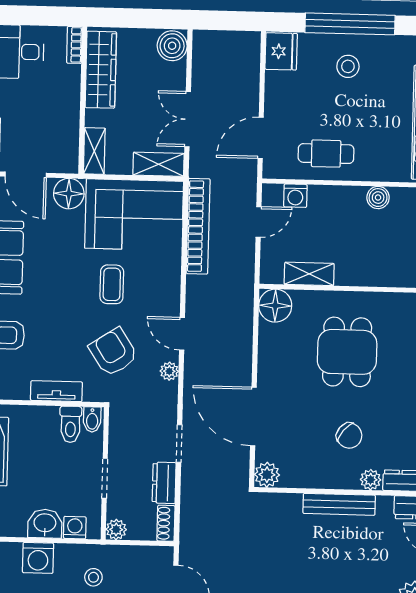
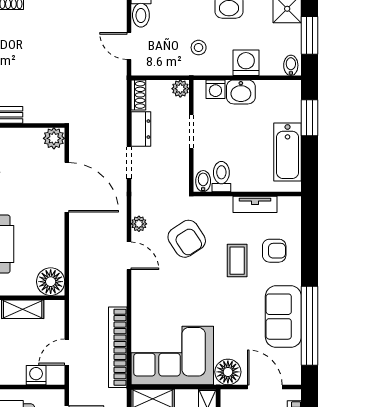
coffee table: (112, 284) -> (237, 261), moved
tv unit: (56, 391) -> (255, 204), moved

